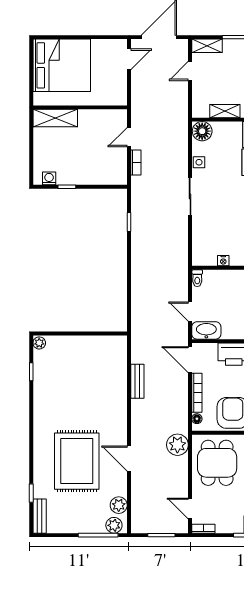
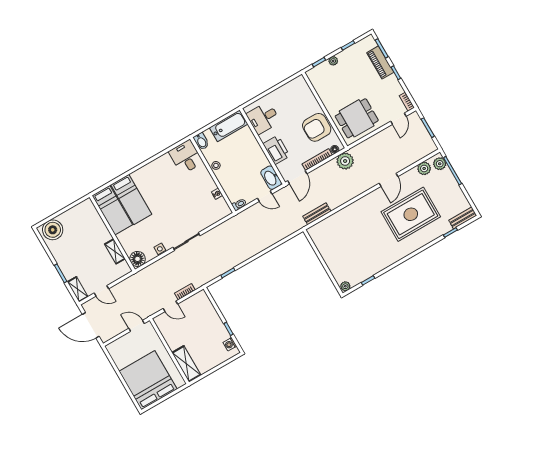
door: (129, 59) -> (137, 326), moved
door: (190, 312) -> (265, 196), hinge flipped
bench: (137, 381) -> (317, 214), moved
plant: (177, 445) -> (345, 161), moved

